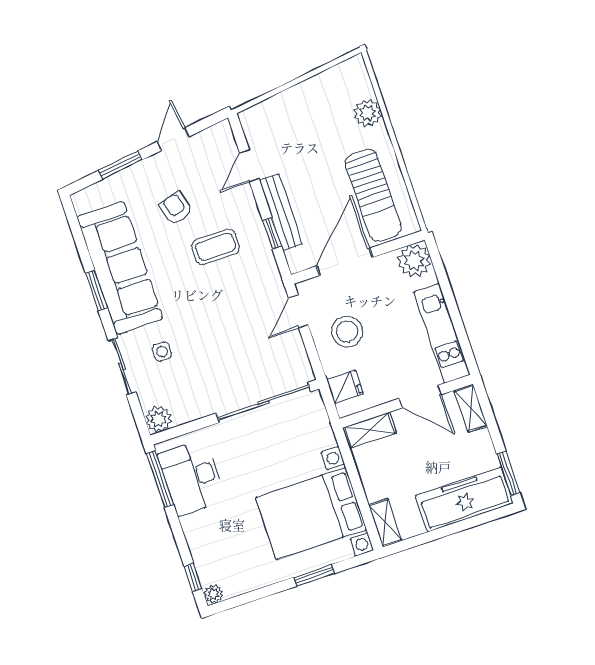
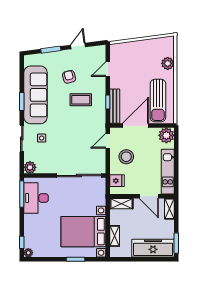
bench: (281, 212) -> (115, 106), moved
shelving: (385, 523) -> (115, 236), moved

